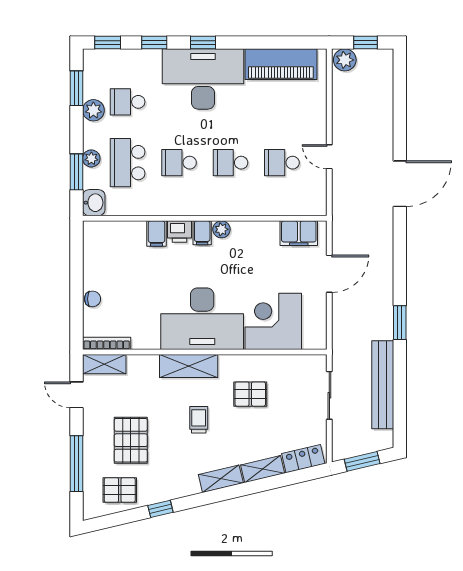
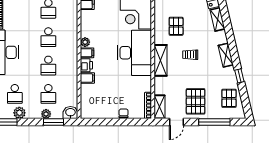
school desk: (128, 163) -> (48, 94), width x0.54
pallet: (131, 440) -> (196, 101), moved, turned 90
shelving: (221, 479) -> (226, 55), moved

